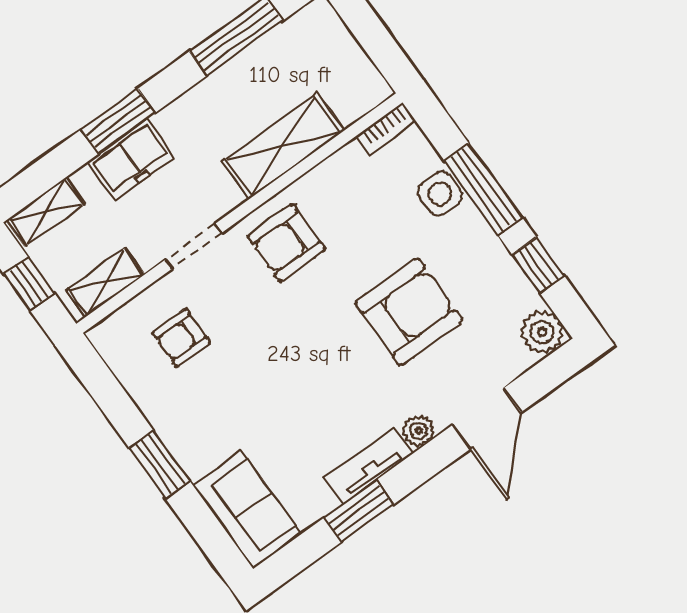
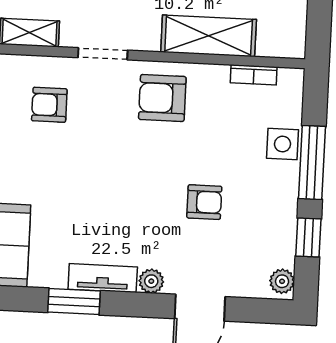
bookcase: (386, 128) -> (254, 75), moved
armchair: (409, 312) -> (204, 202), width x0.53, depth x0.53
plant: (542, 332) -> (282, 281), width x0.73, depth x0.73

